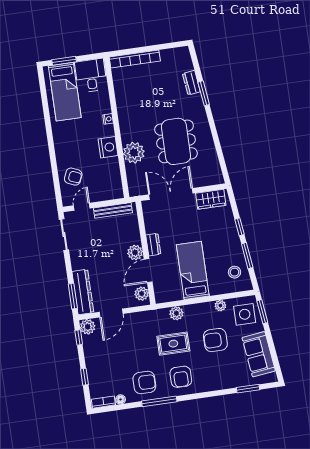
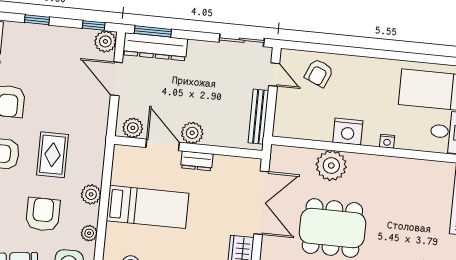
plant: (176, 313) -> (91, 194), moved

